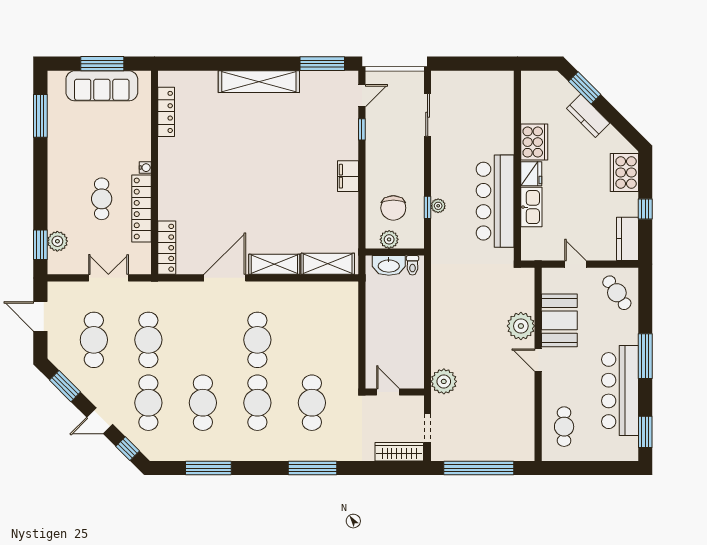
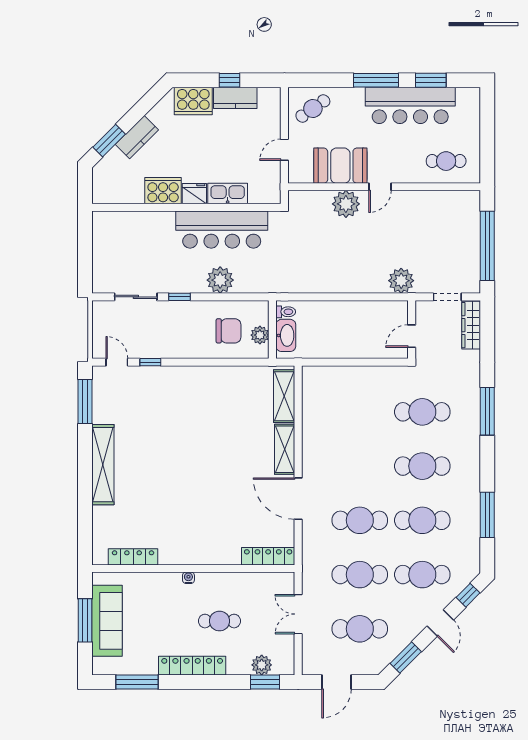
filing cabinet: (348, 176) -> (197, 376), removed
plant: (438, 206) -> (220, 280), width x1.88, depth x1.88
window: (428, 207) -> (180, 297), moved
locker: (142, 208) -> (192, 666), moved, turned 180
kitchen counter: (628, 239) -> (235, 98), moved
cafe table: (257, 340) -> (360, 520), moved
window: (645, 432) -> (431, 80), moved

